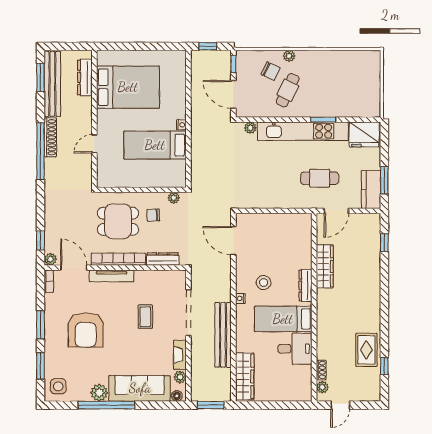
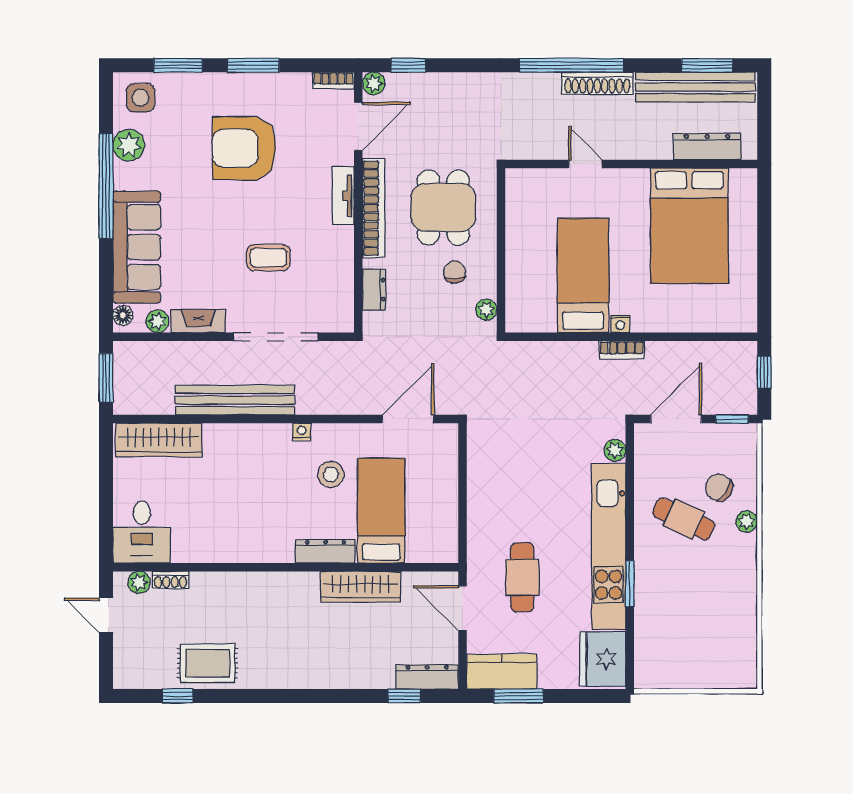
chair: (271, 71) -> (719, 487), turned 99
bookcase: (196, 124) -> (622, 350), added
dresser: (374, 230) -> (427, 677), added
dresser: (163, 259) -> (374, 290), width x0.70
tv unit: (112, 276) -> (343, 196), width x0.71
bed: (283, 319) -> (381, 511), moved
desk: (295, 349) -> (142, 532), moved
plant: (99, 393) -> (129, 145), moved

